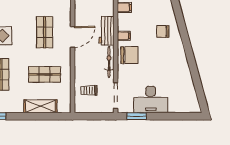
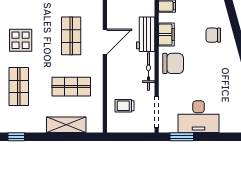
filing cabinet: (124, 36) -> (166, 35), width x2.00

